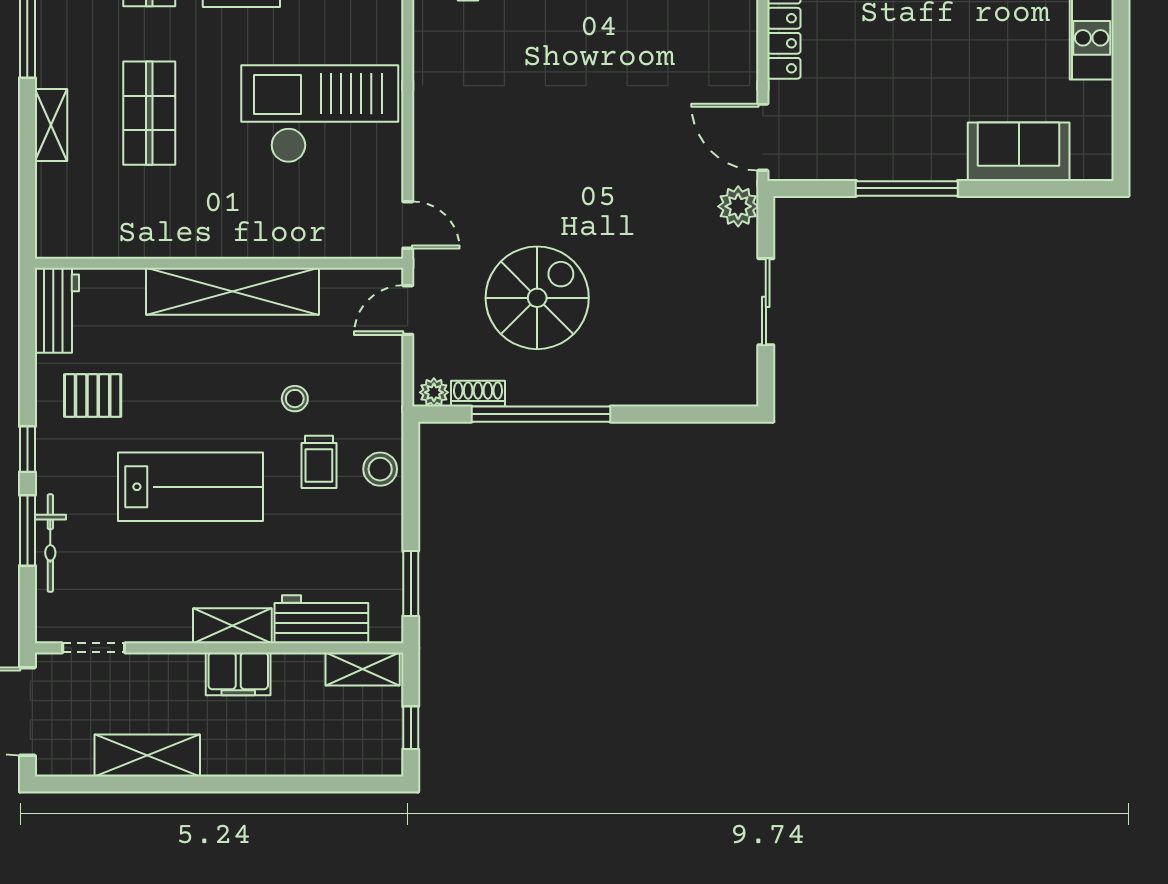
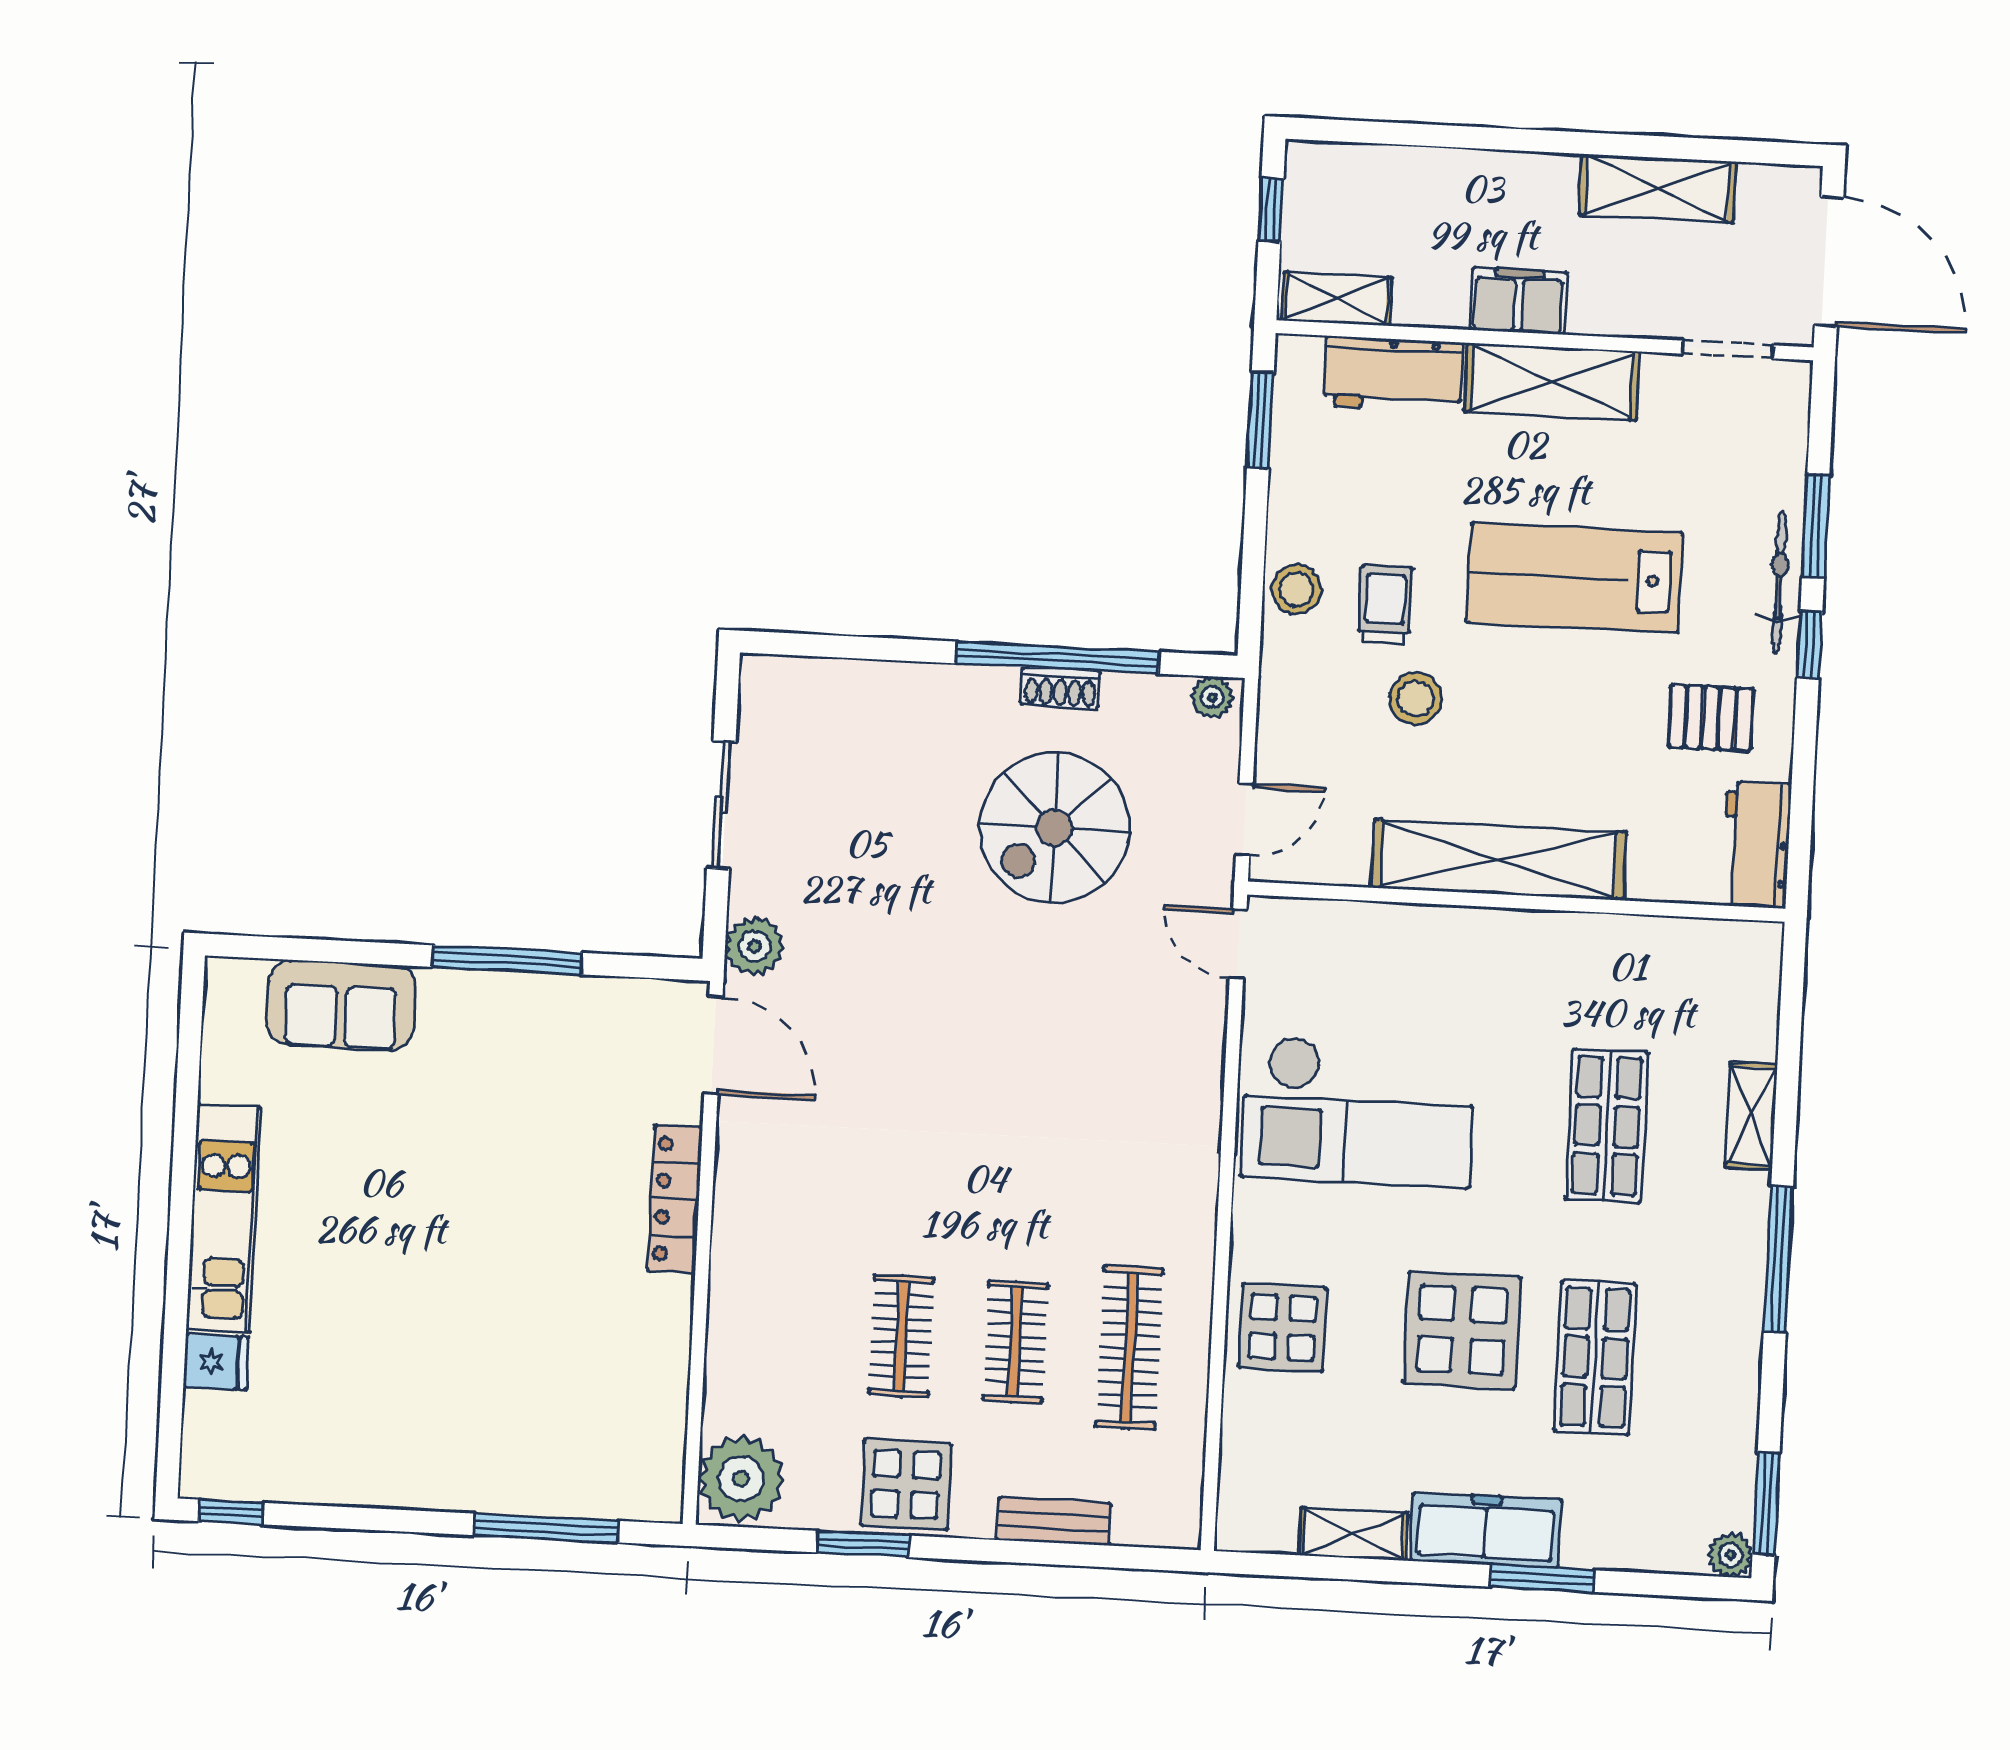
shoe rack: (478, 394) -> (1060, 688), moved
stool: (295, 399) -> (1416, 699), width x1.37, depth x1.37
bicycle: (50, 543) -> (1779, 582), moved
shelving: (232, 626) -> (1552, 382), width x1.50, depth x1.33

